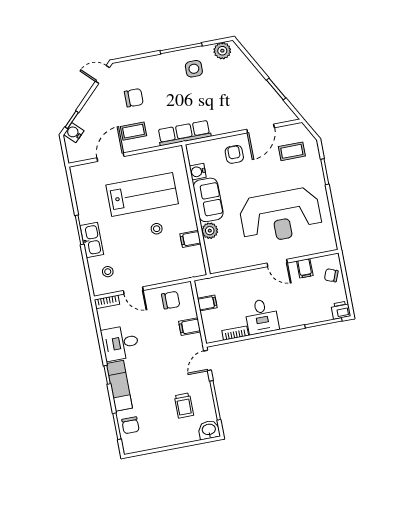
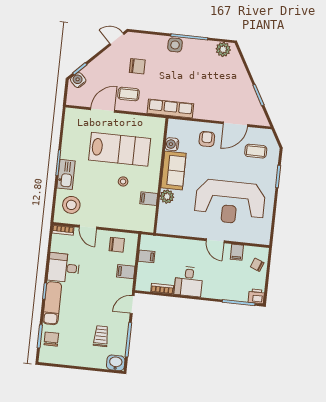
side table: (194, 69) -> (175, 45), moved
stool: (108, 272) -> (71, 205), width x1.89, depth x1.89
trolley: (184, 405) -> (101, 336), turned 180
chair: (130, 425) -> (51, 339), turned 180

